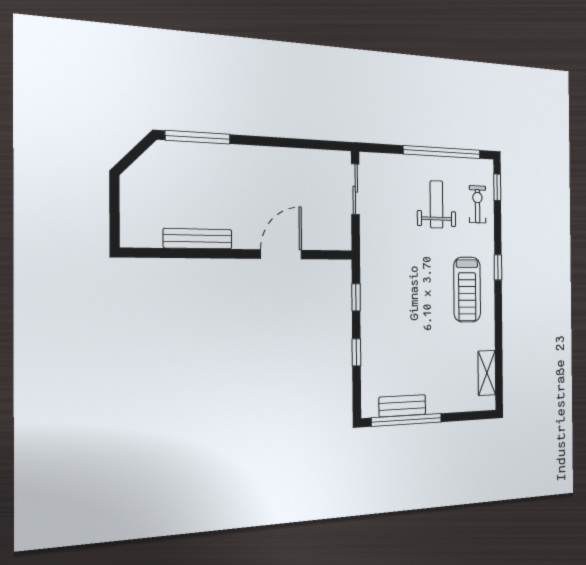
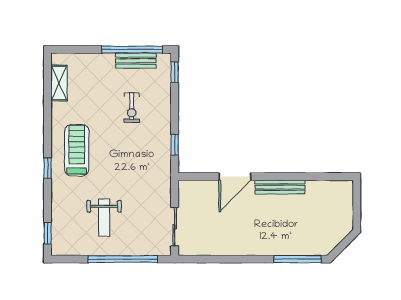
window: (442, 152) -> (123, 259), moved
exercise bike: (477, 204) -> (132, 108), moved
bench: (198, 239) -> (280, 187), moved
window: (356, 352) -> (175, 72), moved

